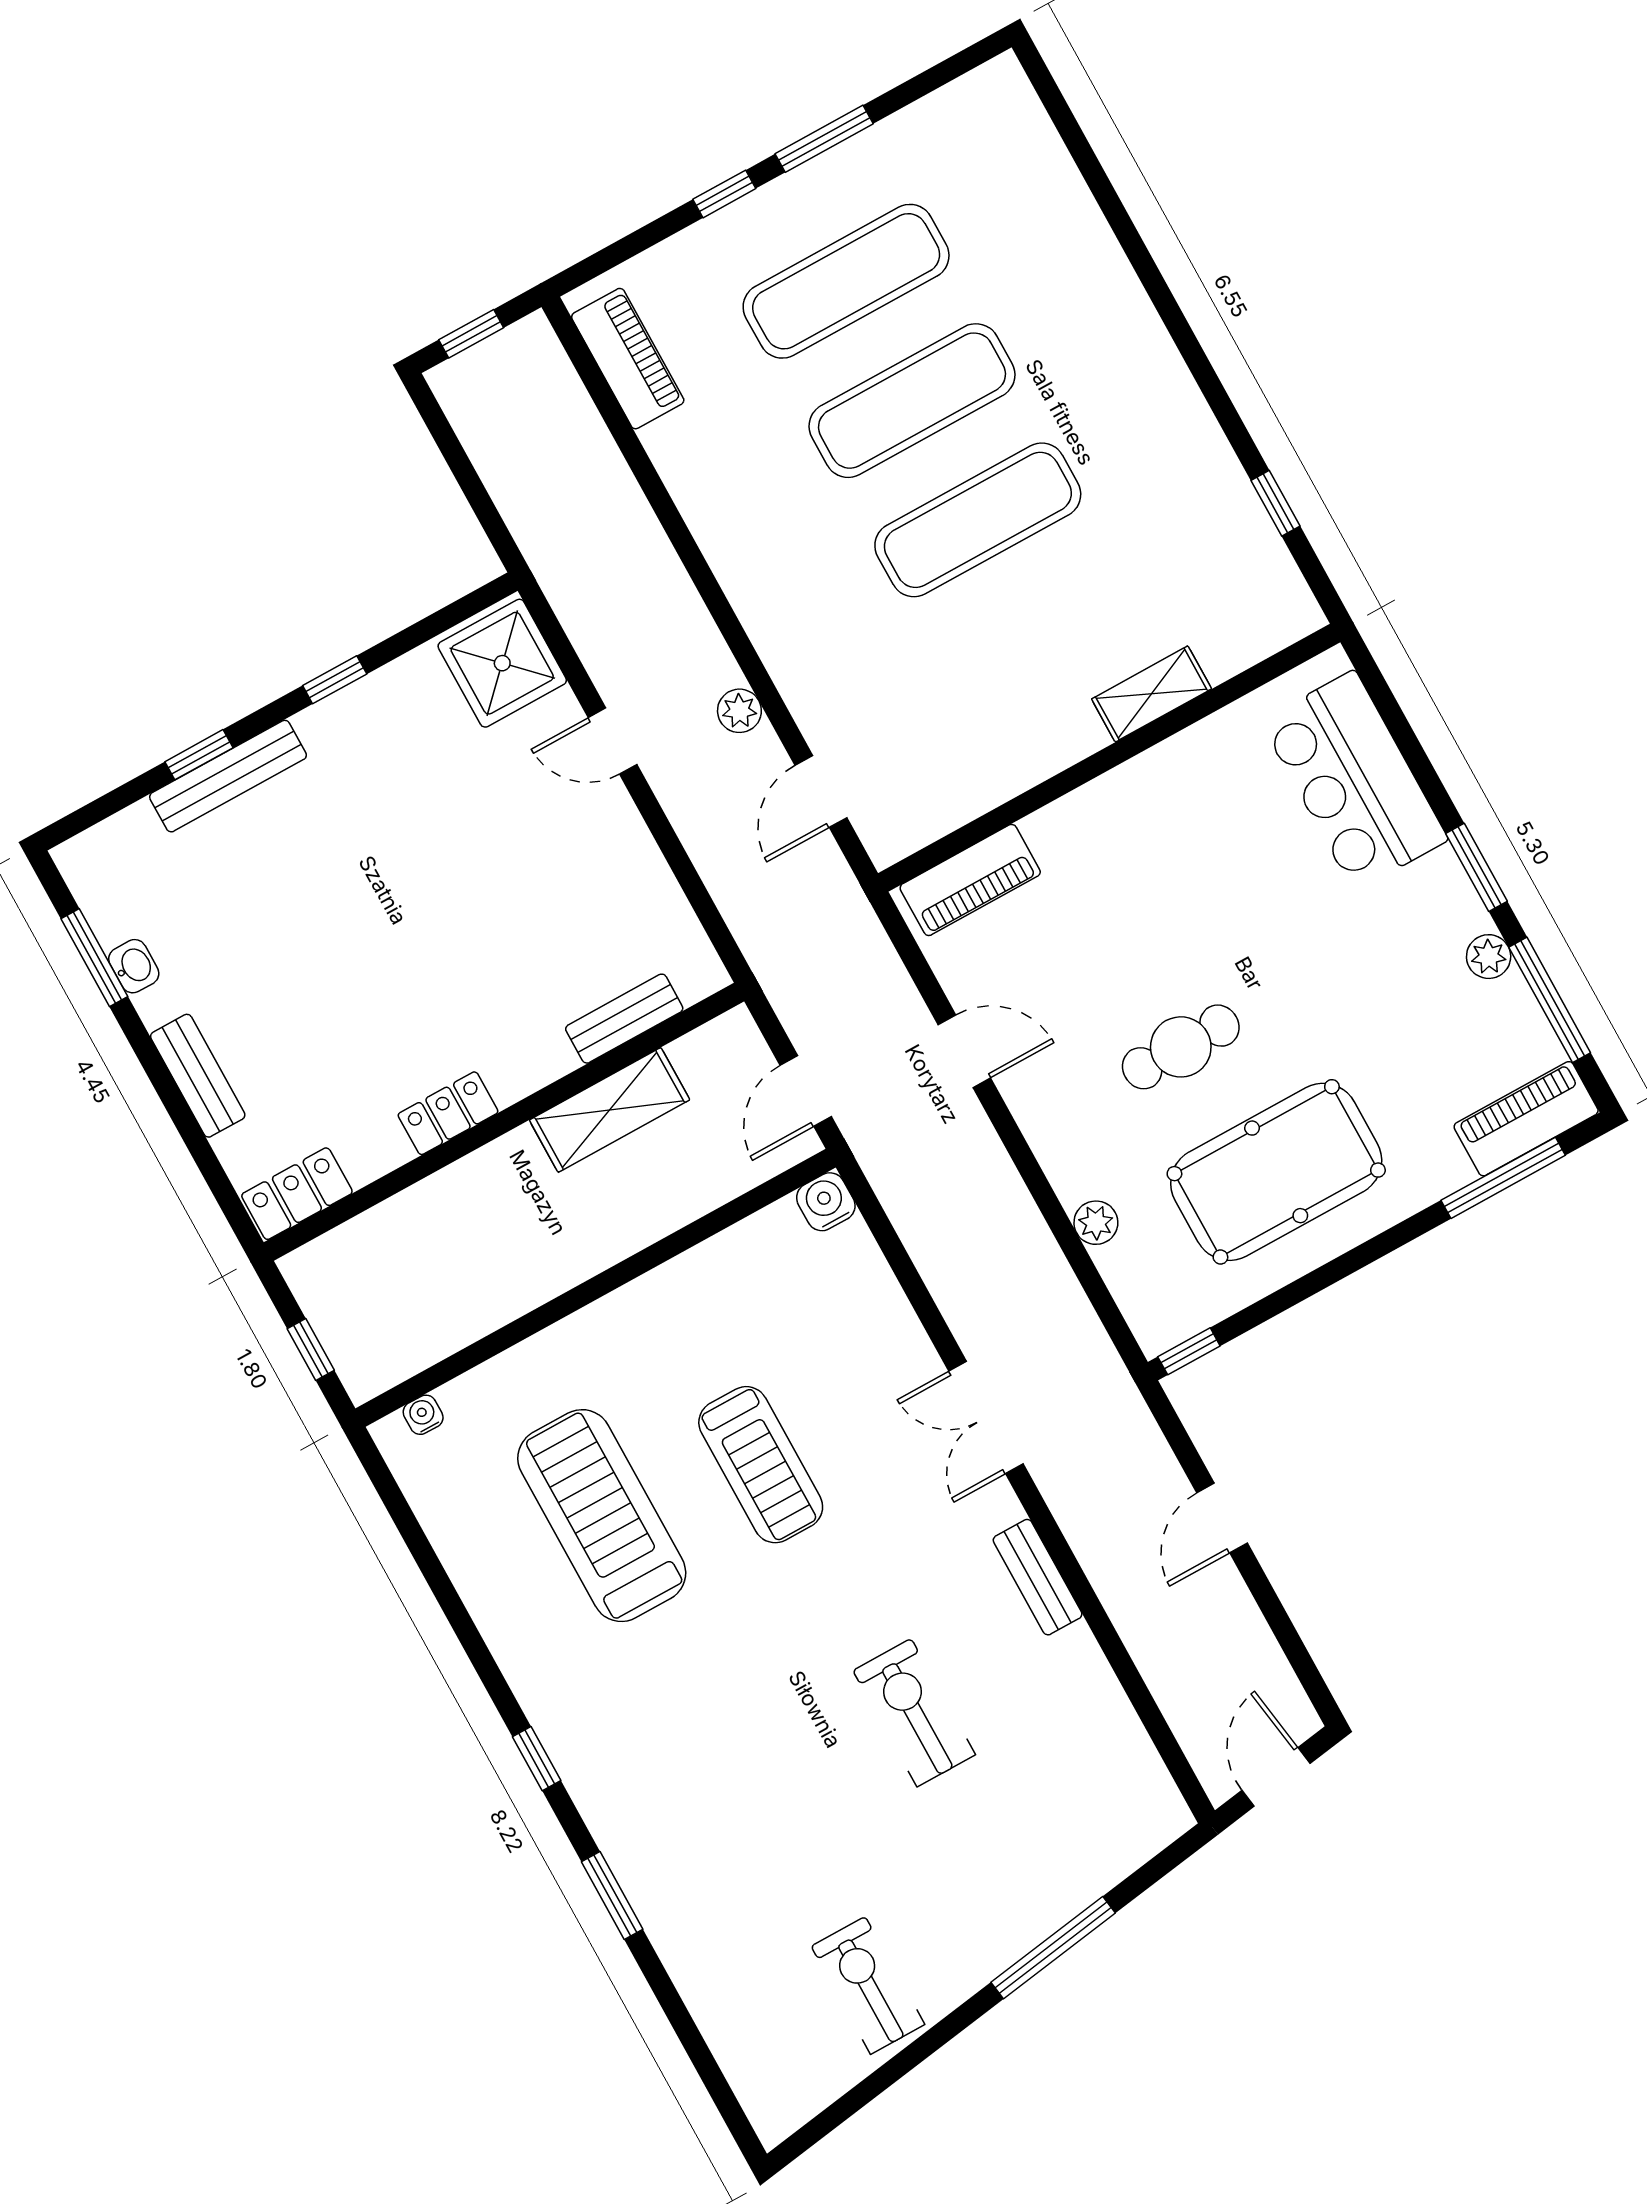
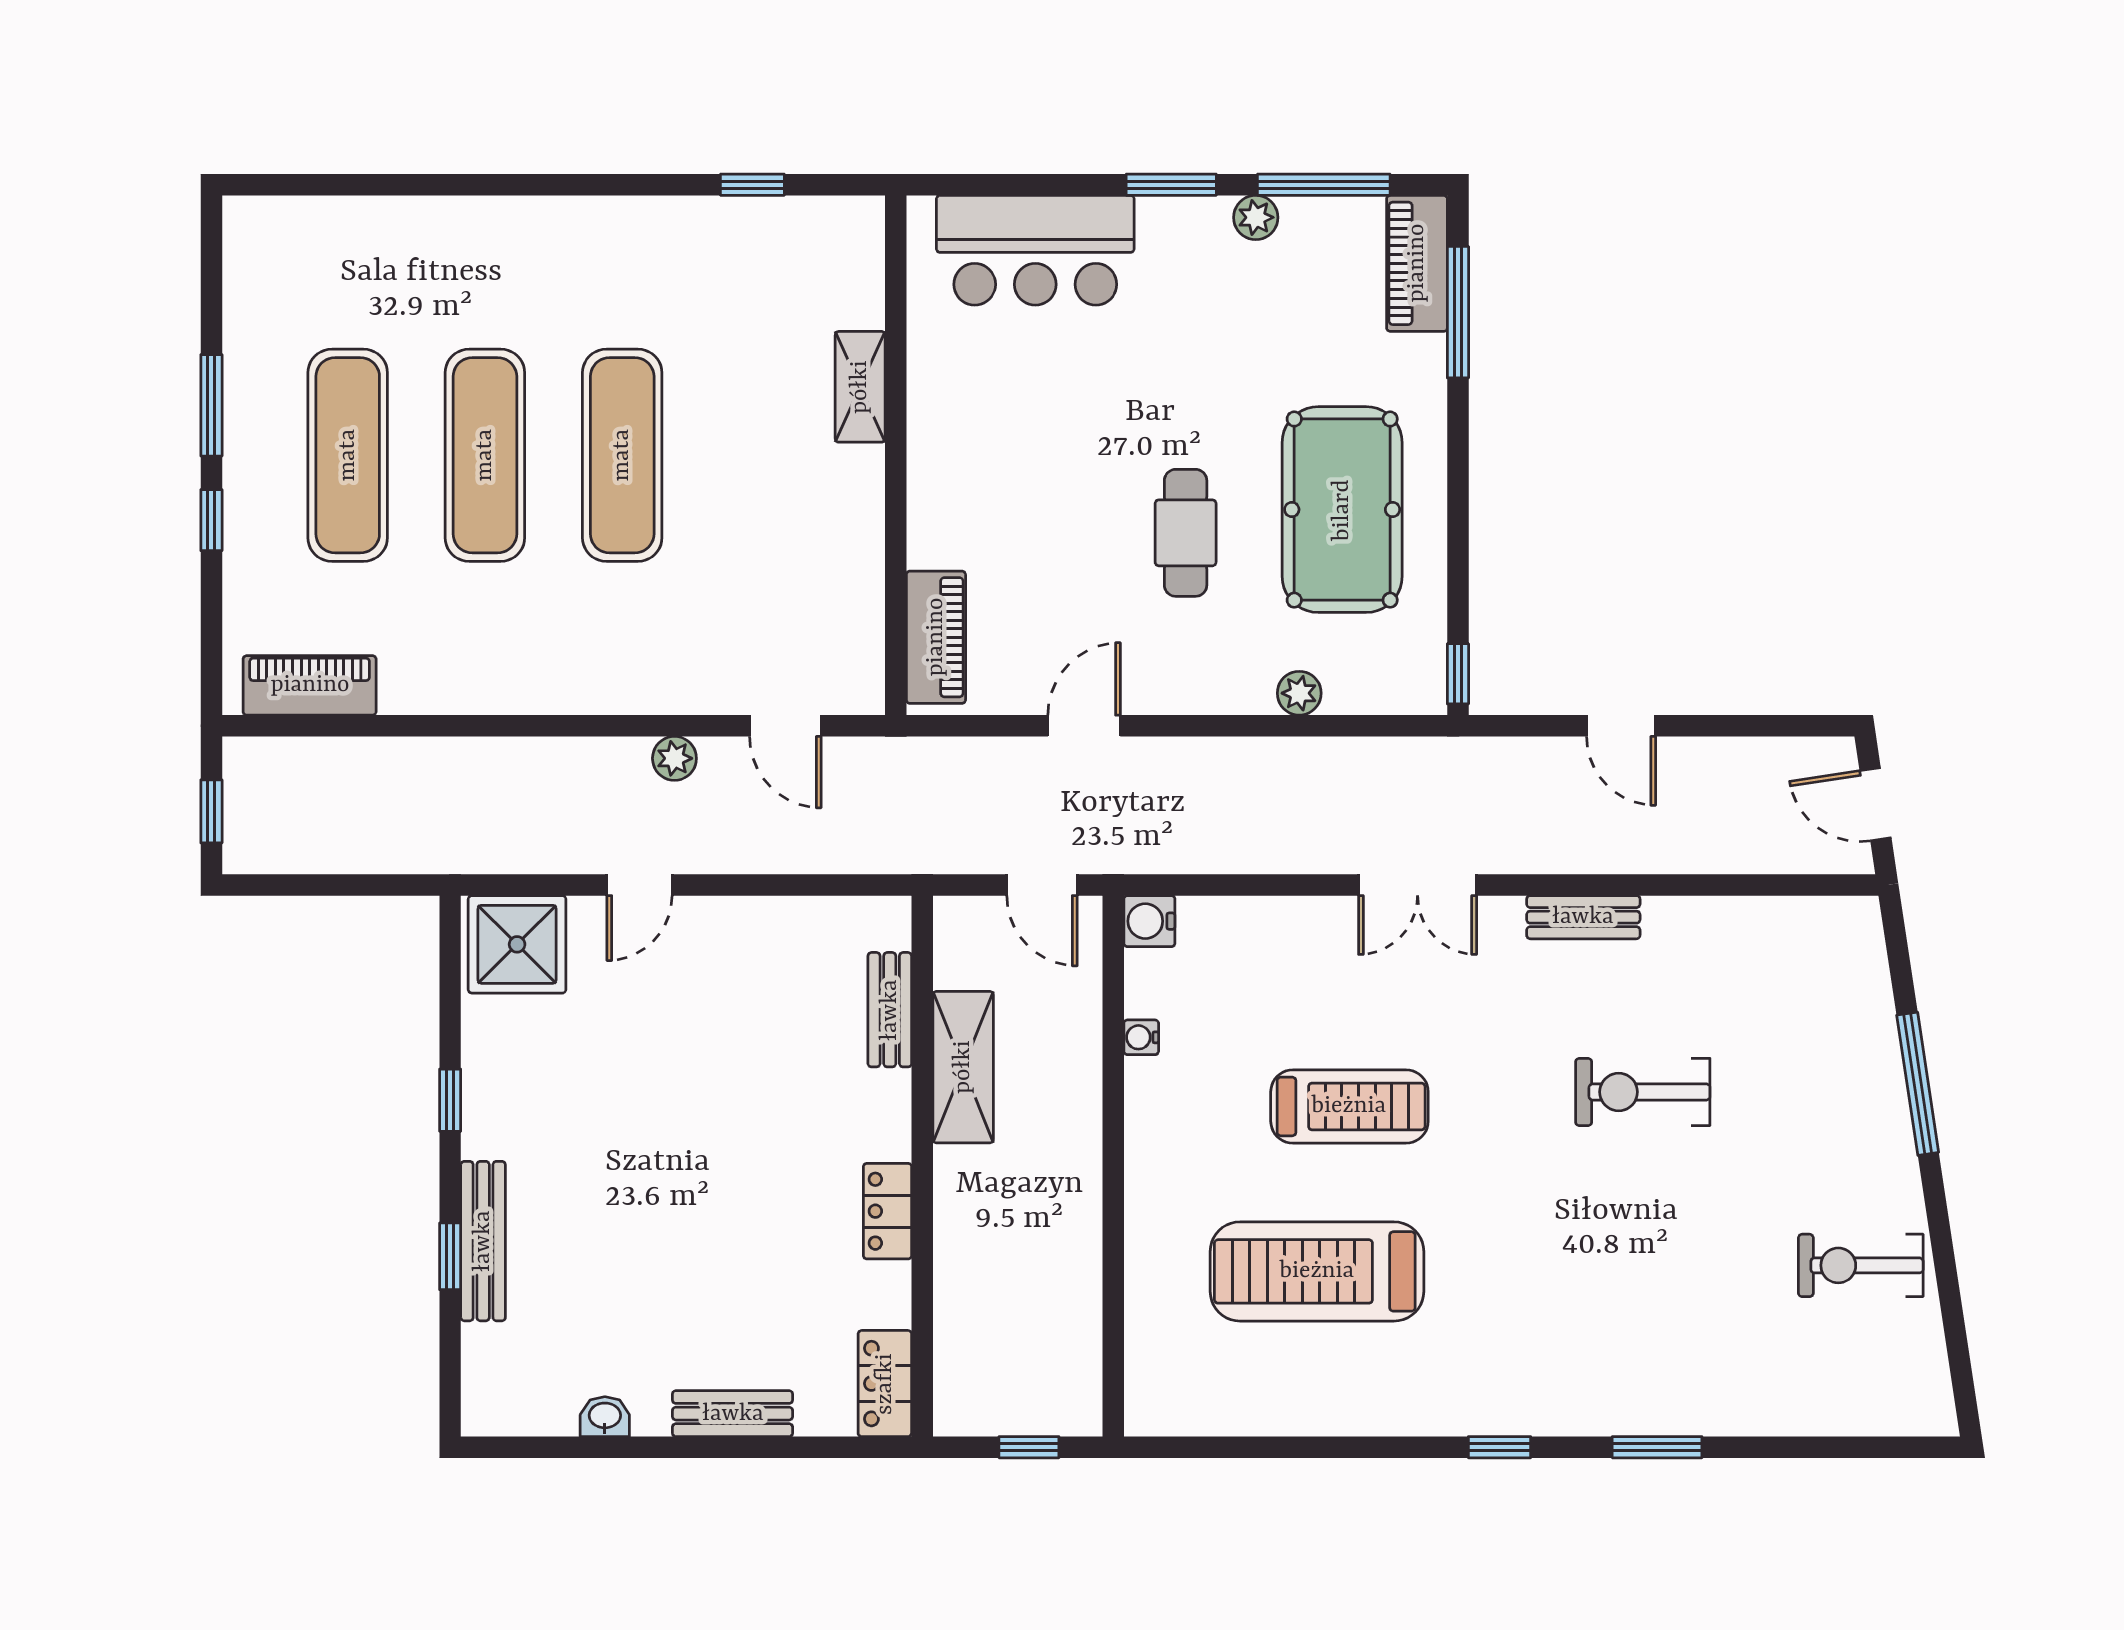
window: (94, 958) -> (578, 1447), removed
water cooler: (423, 1415) -> (1141, 1037), moved

